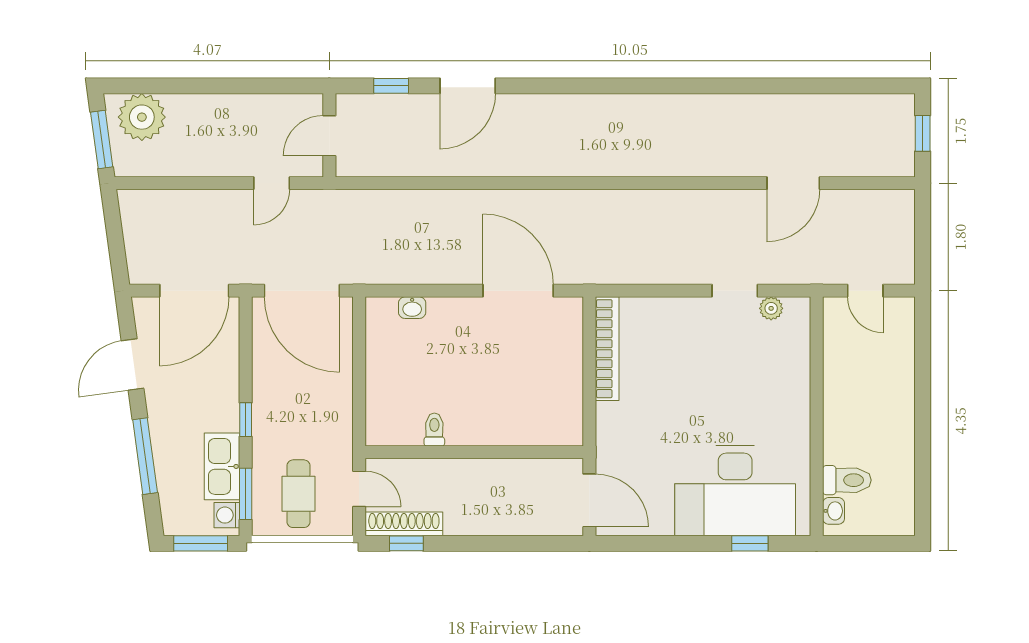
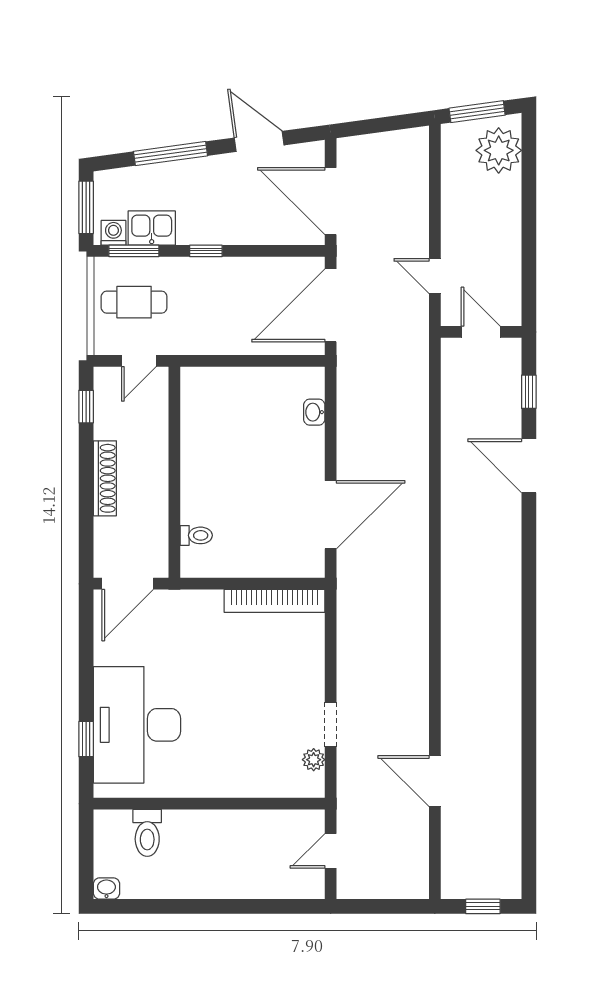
toilet: (434, 430) -> (196, 535), moved
kitchen sink: (222, 466) -> (152, 228), width x0.73
washbasin: (833, 511) -> (106, 889), moved, turned 180
shoe rack: (404, 524) -> (105, 478), moved

